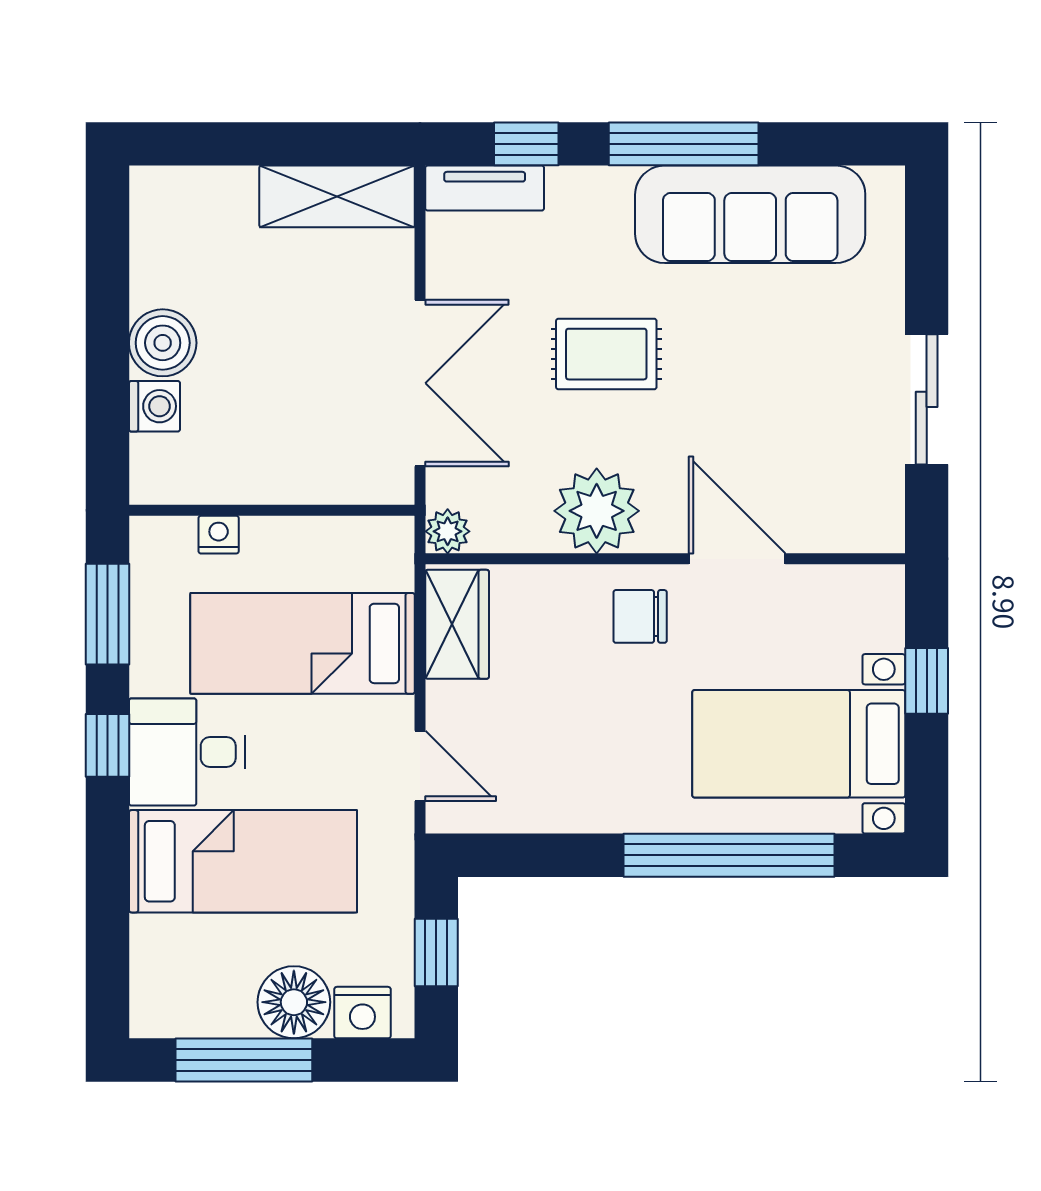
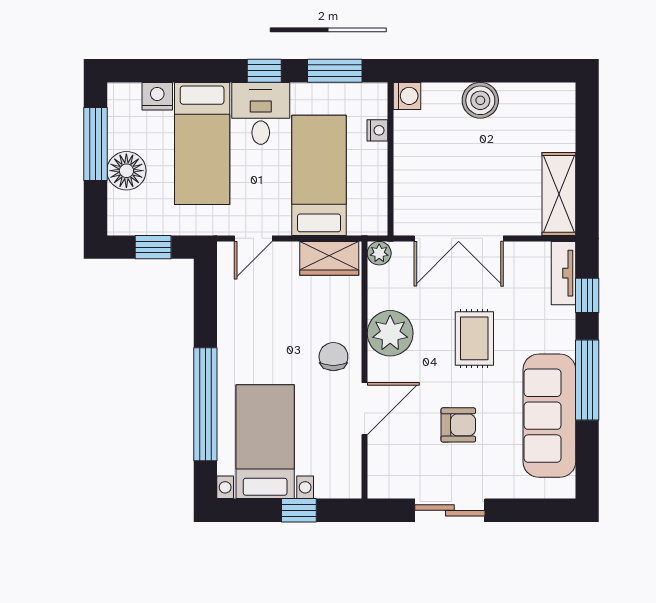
armchair: (768, 384) -> (458, 425), added
washing machine: (154, 406) -> (407, 96), moved, turned -90
nightstand: (362, 1013) -> (157, 96), moved, turned 90

